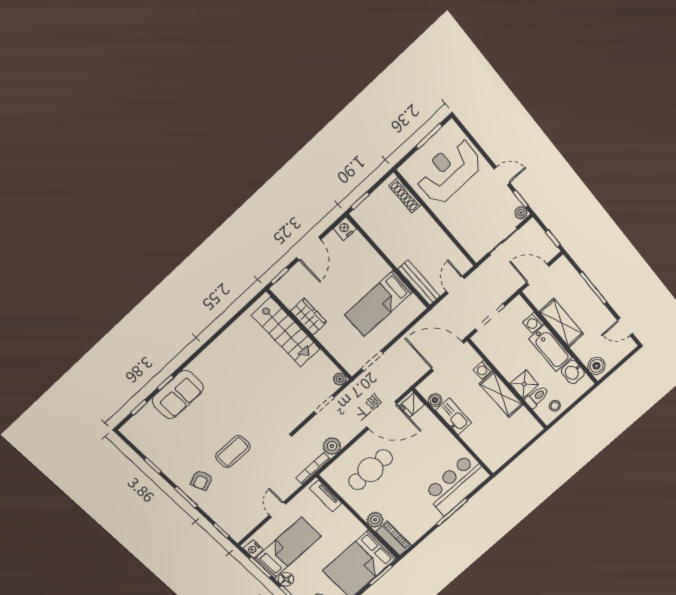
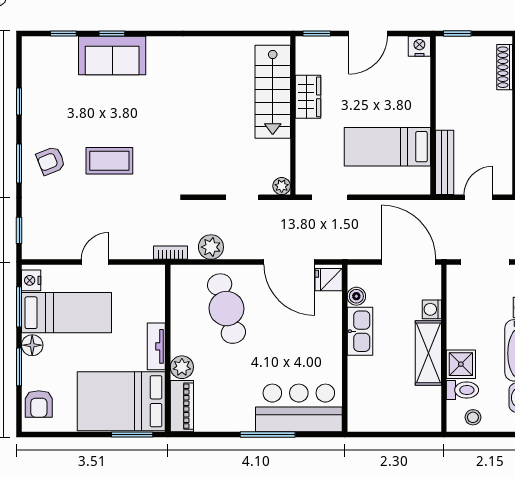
bookcase: (313, 469) -> (171, 253), width x0.64
cafe table: (371, 470) -> (226, 309), turned 74
tv unit: (326, 496) -> (156, 346), moved

